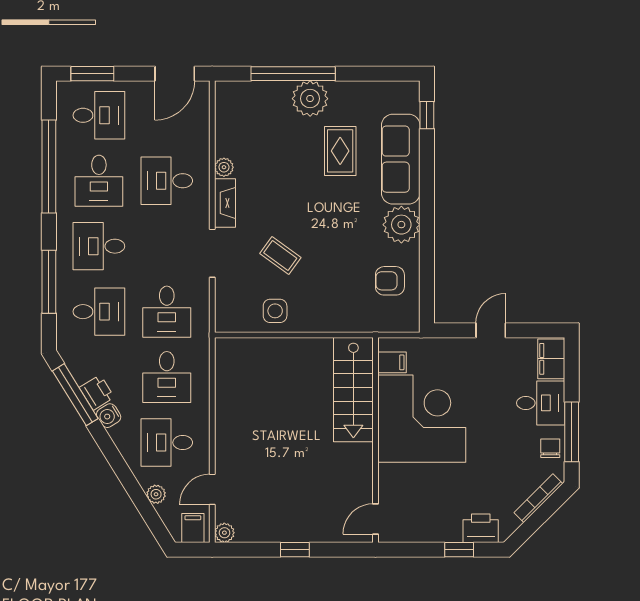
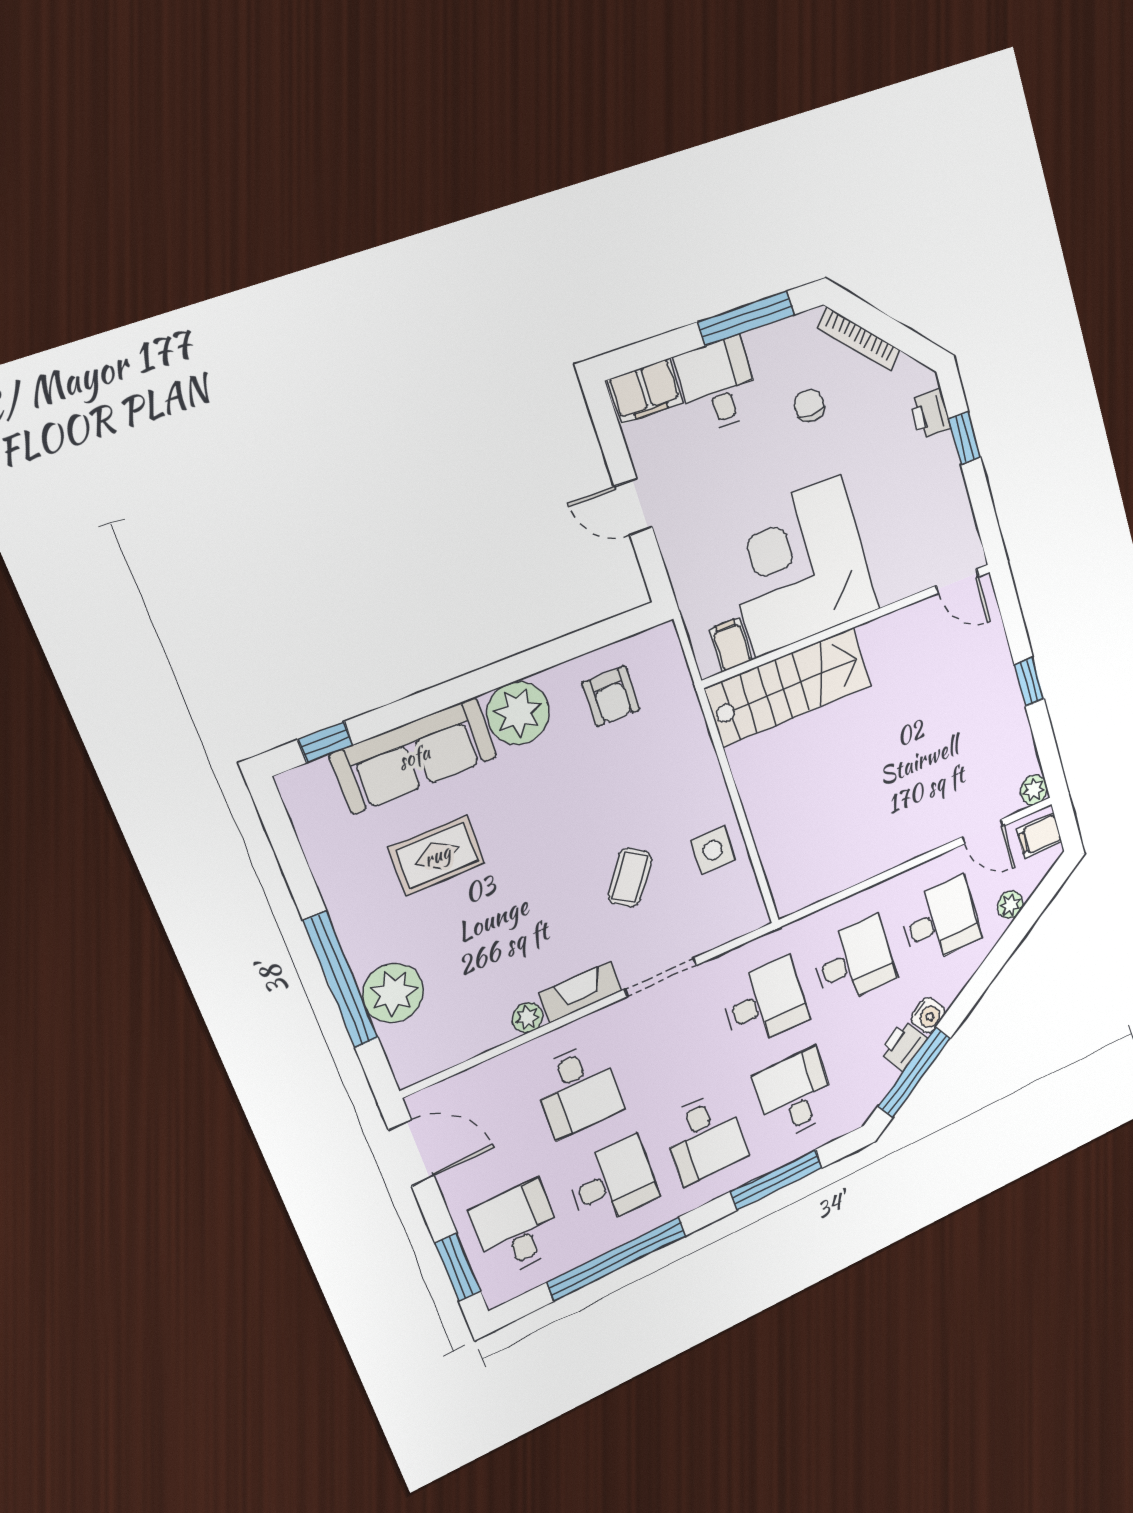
plant: (310, 99) -> (393, 993), moved
desk: (167, 443) -> (940, 921), turned -90
chair: (550, 448) -> (809, 405), moved, turned 90
printer: (481, 528) -> (930, 414), width x0.73, depth x0.81

